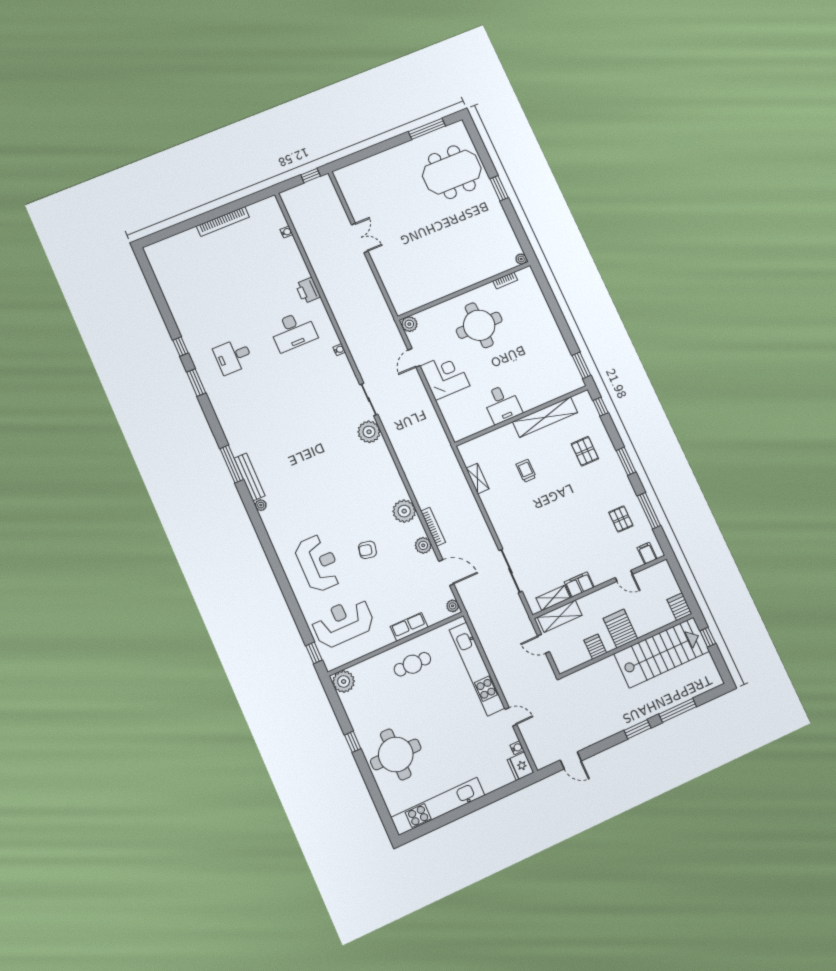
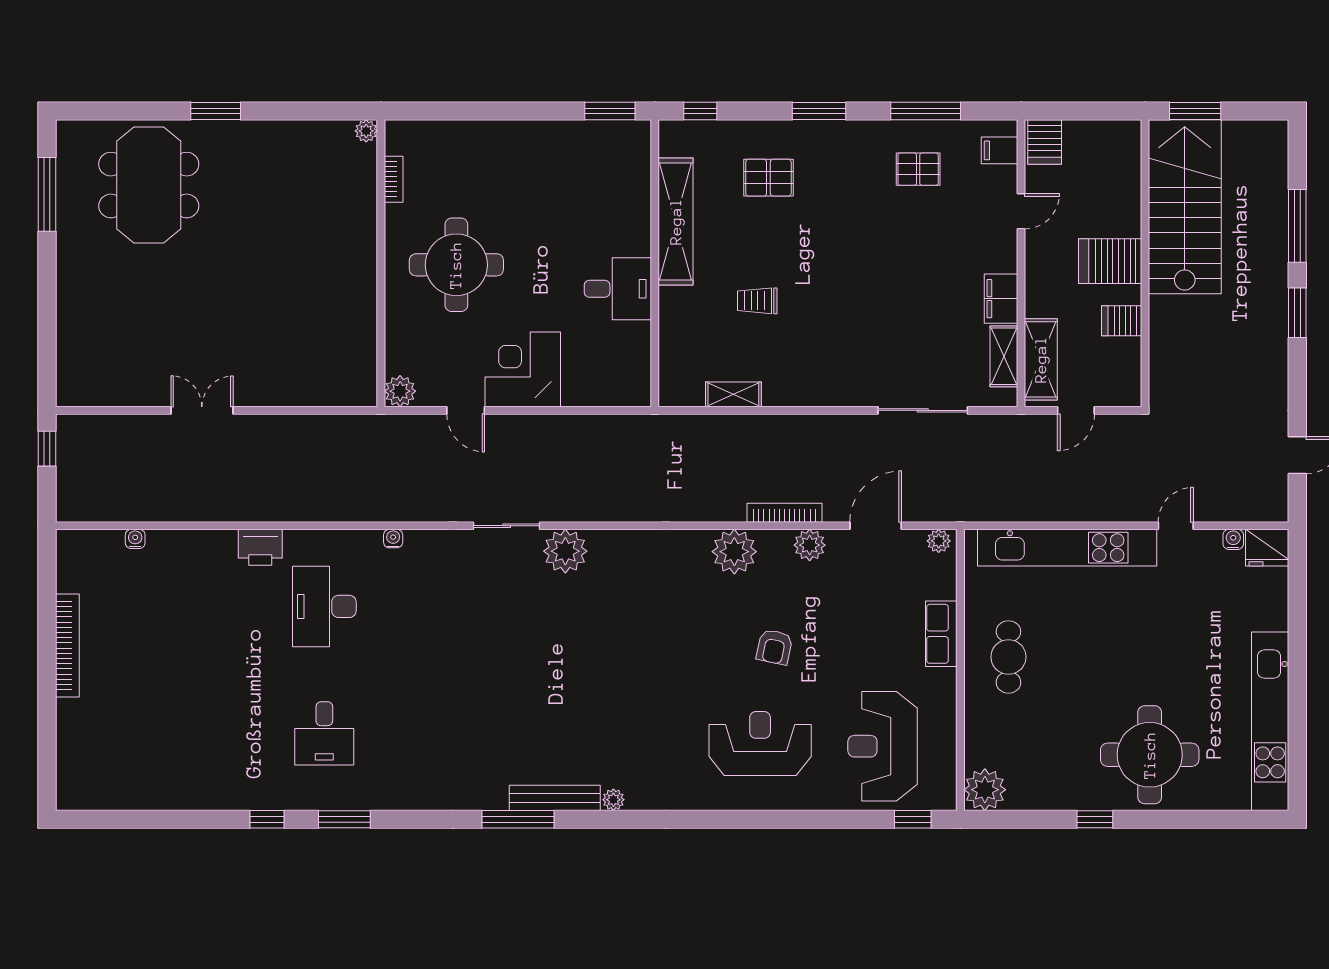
desk: (293, 331) -> (324, 606), turned 180
server rack: (680, 607) -> (1045, 142), moved, turned -90
window: (708, 637) -> (1195, 111), width x1.50

